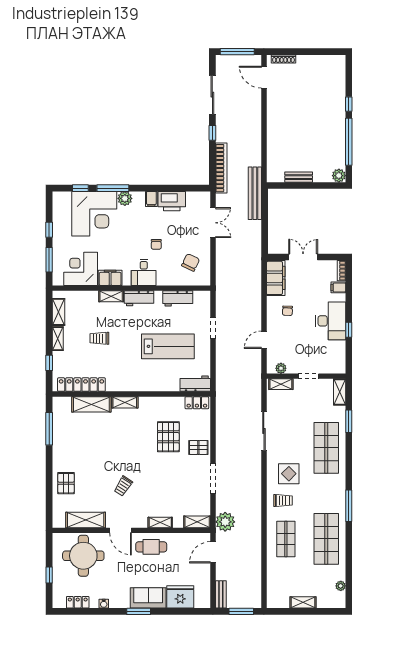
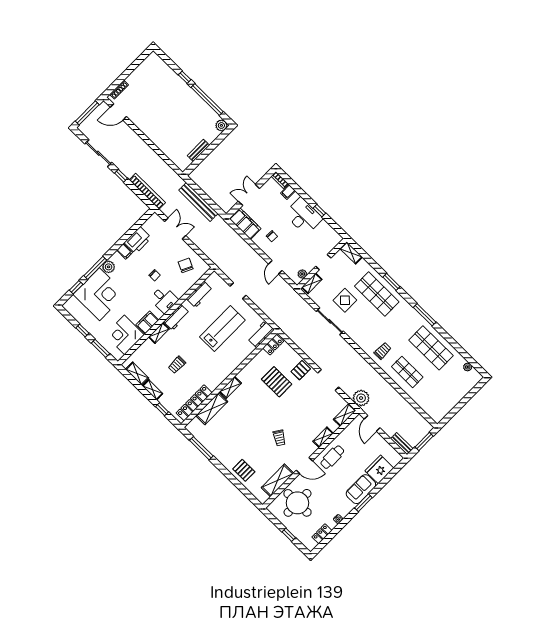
bench: (255, 193) -> (198, 202), moved
window: (349, 421) -> (391, 282), moved
display table: (289, 474) -> (345, 300), moved
shelving: (303, 602) -> (455, 399), removed

